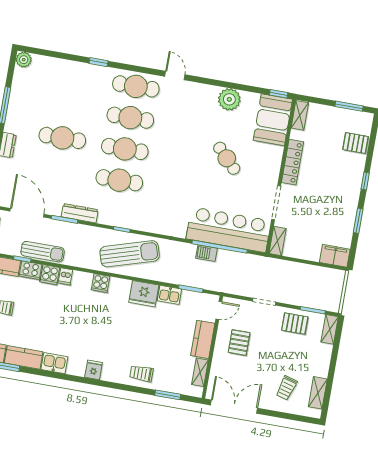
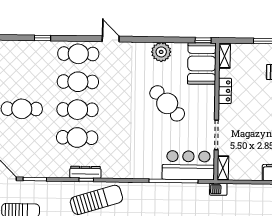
cafe table: (227, 158) -> (167, 103), width x1.37, depth x1.35
locker: (292, 162) -> (225, 91), width x0.66
dresser: (80, 213) -> (85, 172), moved
bar counter: (229, 230) -> (188, 165), width x0.73
barbecue: (206, 253) -> (218, 189), moved

